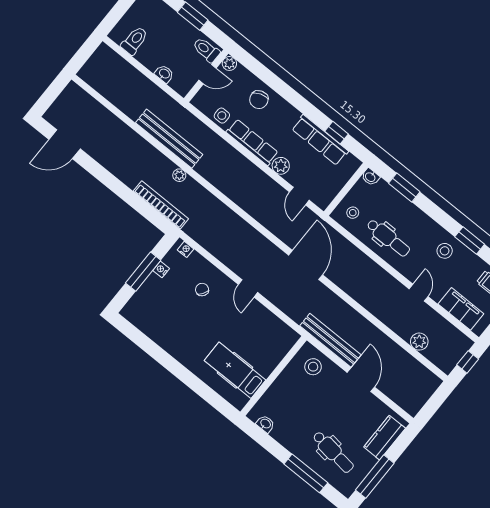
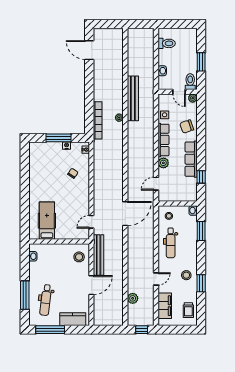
row of seats: (320, 140) -> (191, 159), moved
door: (248, 288) -> (91, 222), moved

